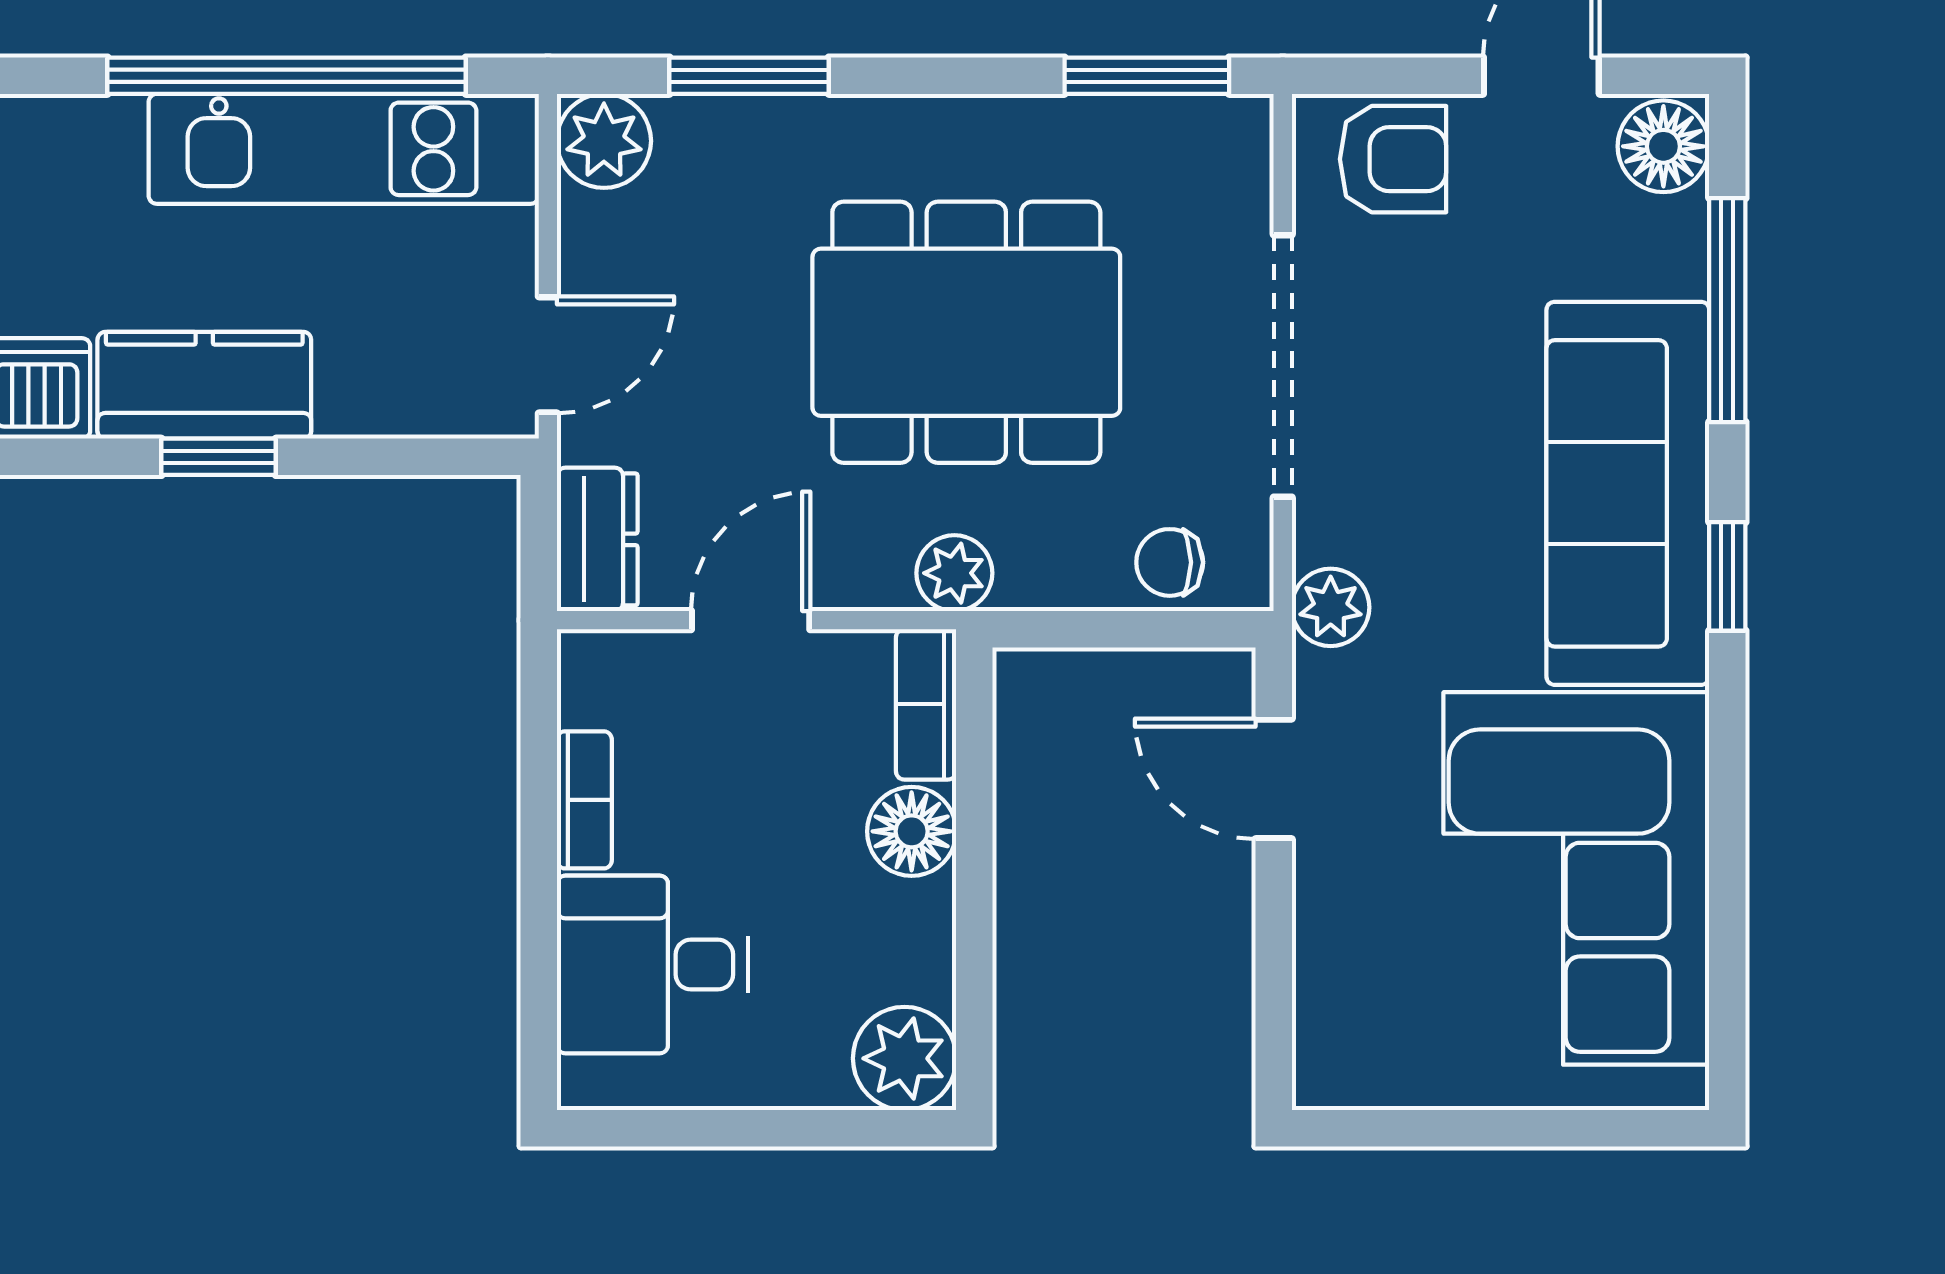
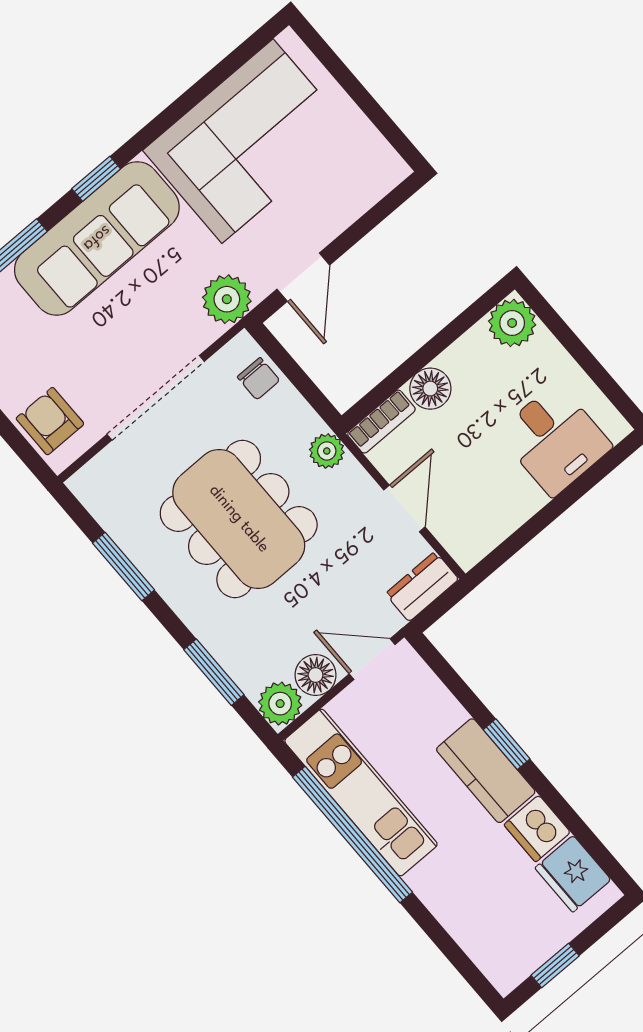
window: (1147, 76) -> (124, 567), moved
floor lamp: (601, 239) -> (316, 675), added
plant: (1331, 607) -> (227, 299), width x1.38, depth x1.38
door: (751, 620) -> (404, 508), swing flipped
bookcase: (584, 800) -> (517, 513), removed

